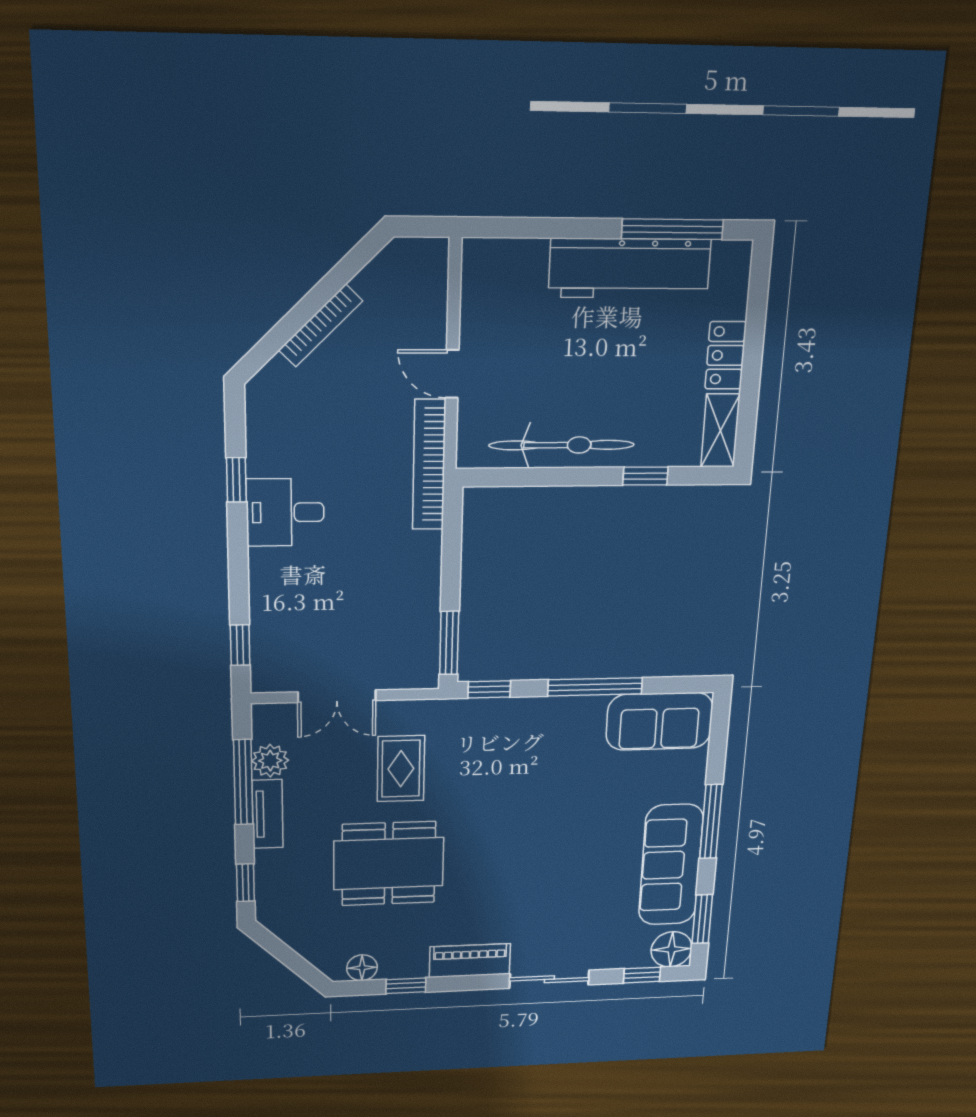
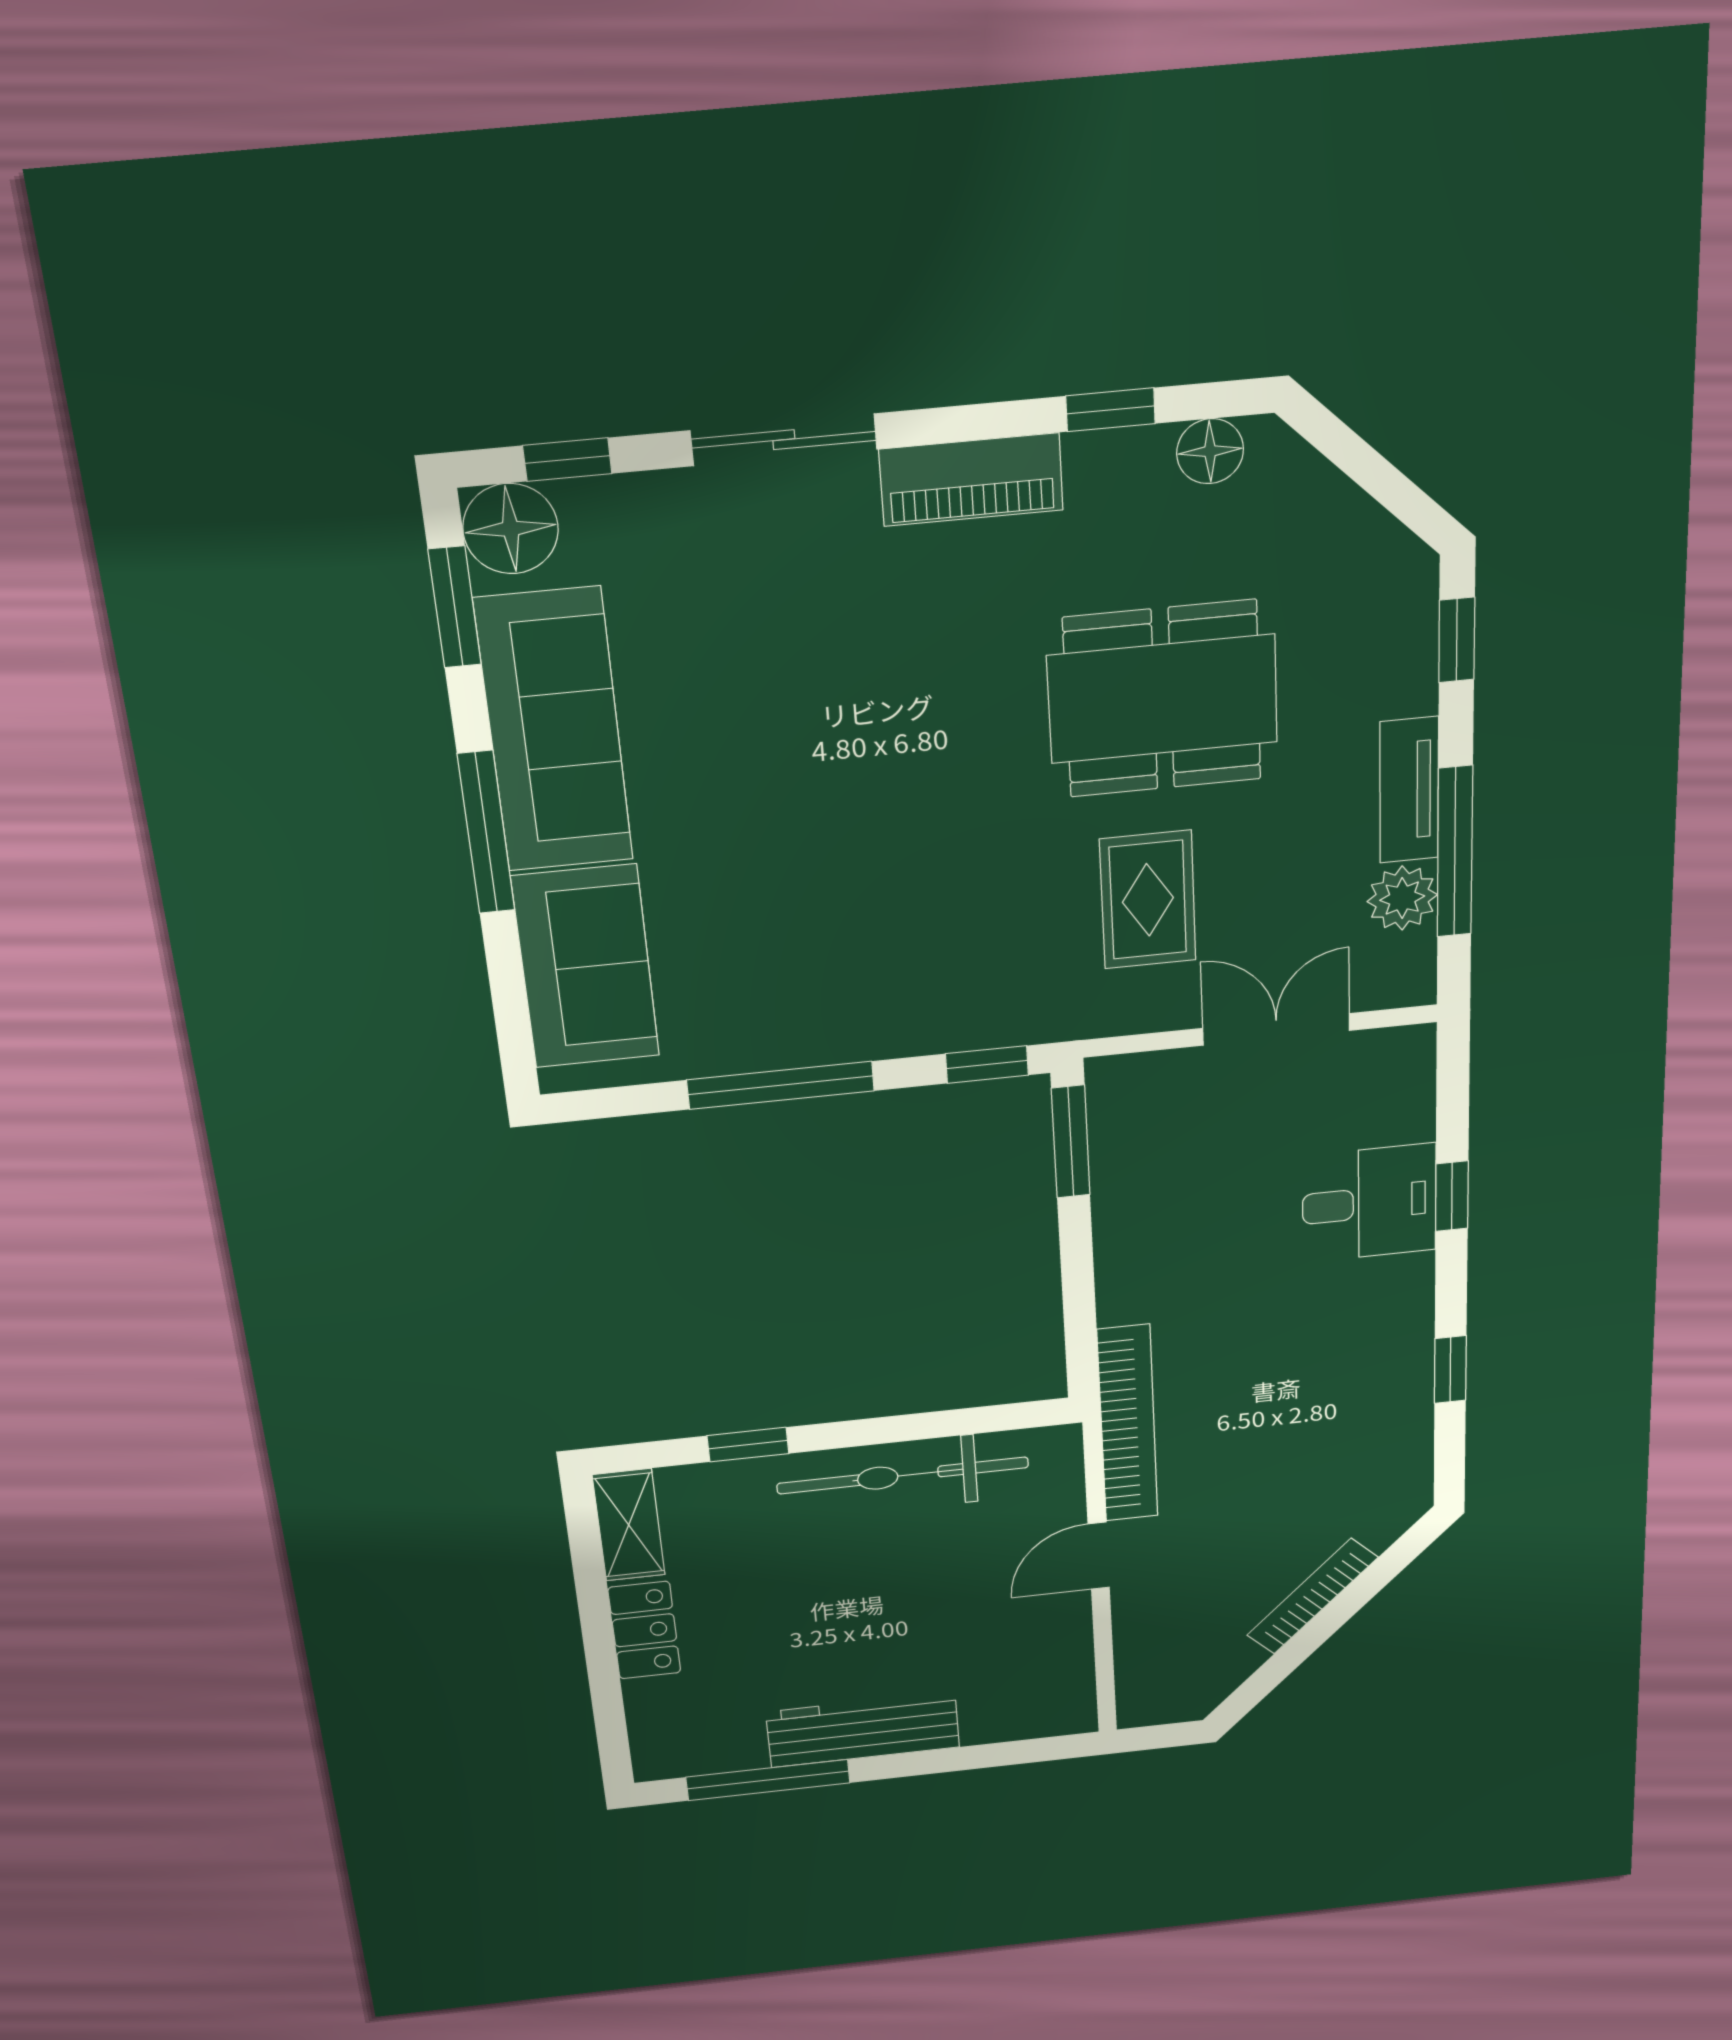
workbench: (630, 268) -> (863, 1730), width x0.73, depth x0.76
door: (452, 374) -> (1099, 1556), swing flipped
desk: (285, 512) -> (1369, 1203), moved
window: (240, 645) -> (1452, 1196), moved
sofa: (660, 721) -> (586, 967), moved, turned 90

